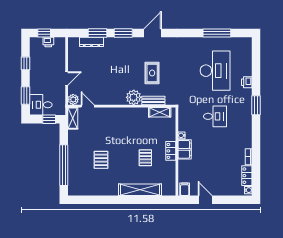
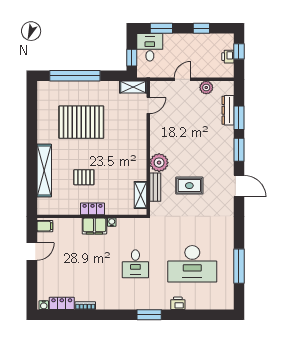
door: (67, 78) -> (183, 79), swing flipped
plant: (73, 99) -> (206, 88), moved
pallet: (101, 160) -> (81, 122), width x2.05, depth x2.00

